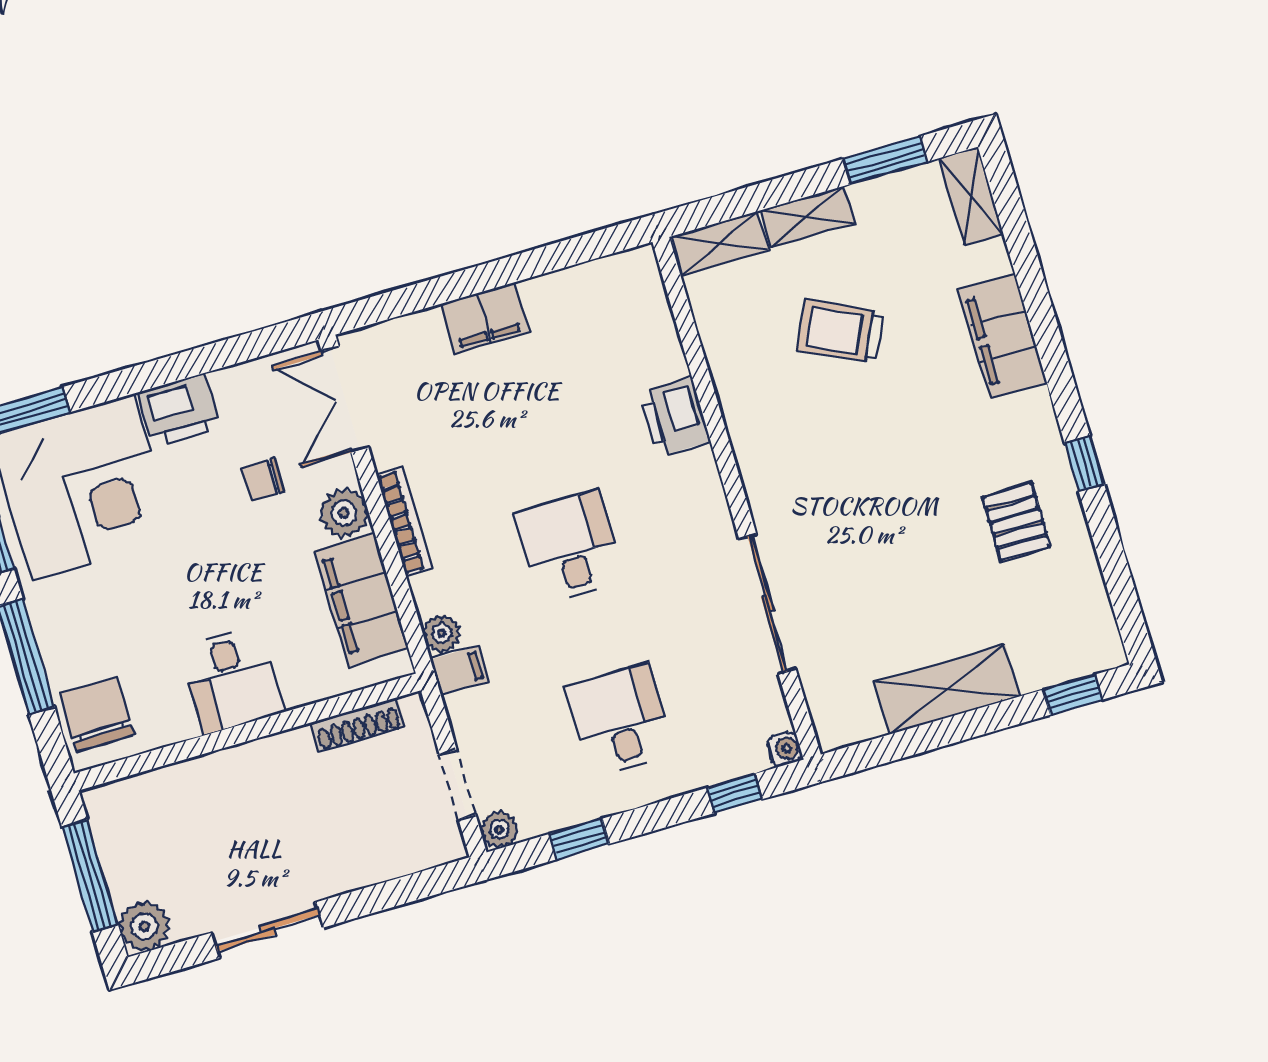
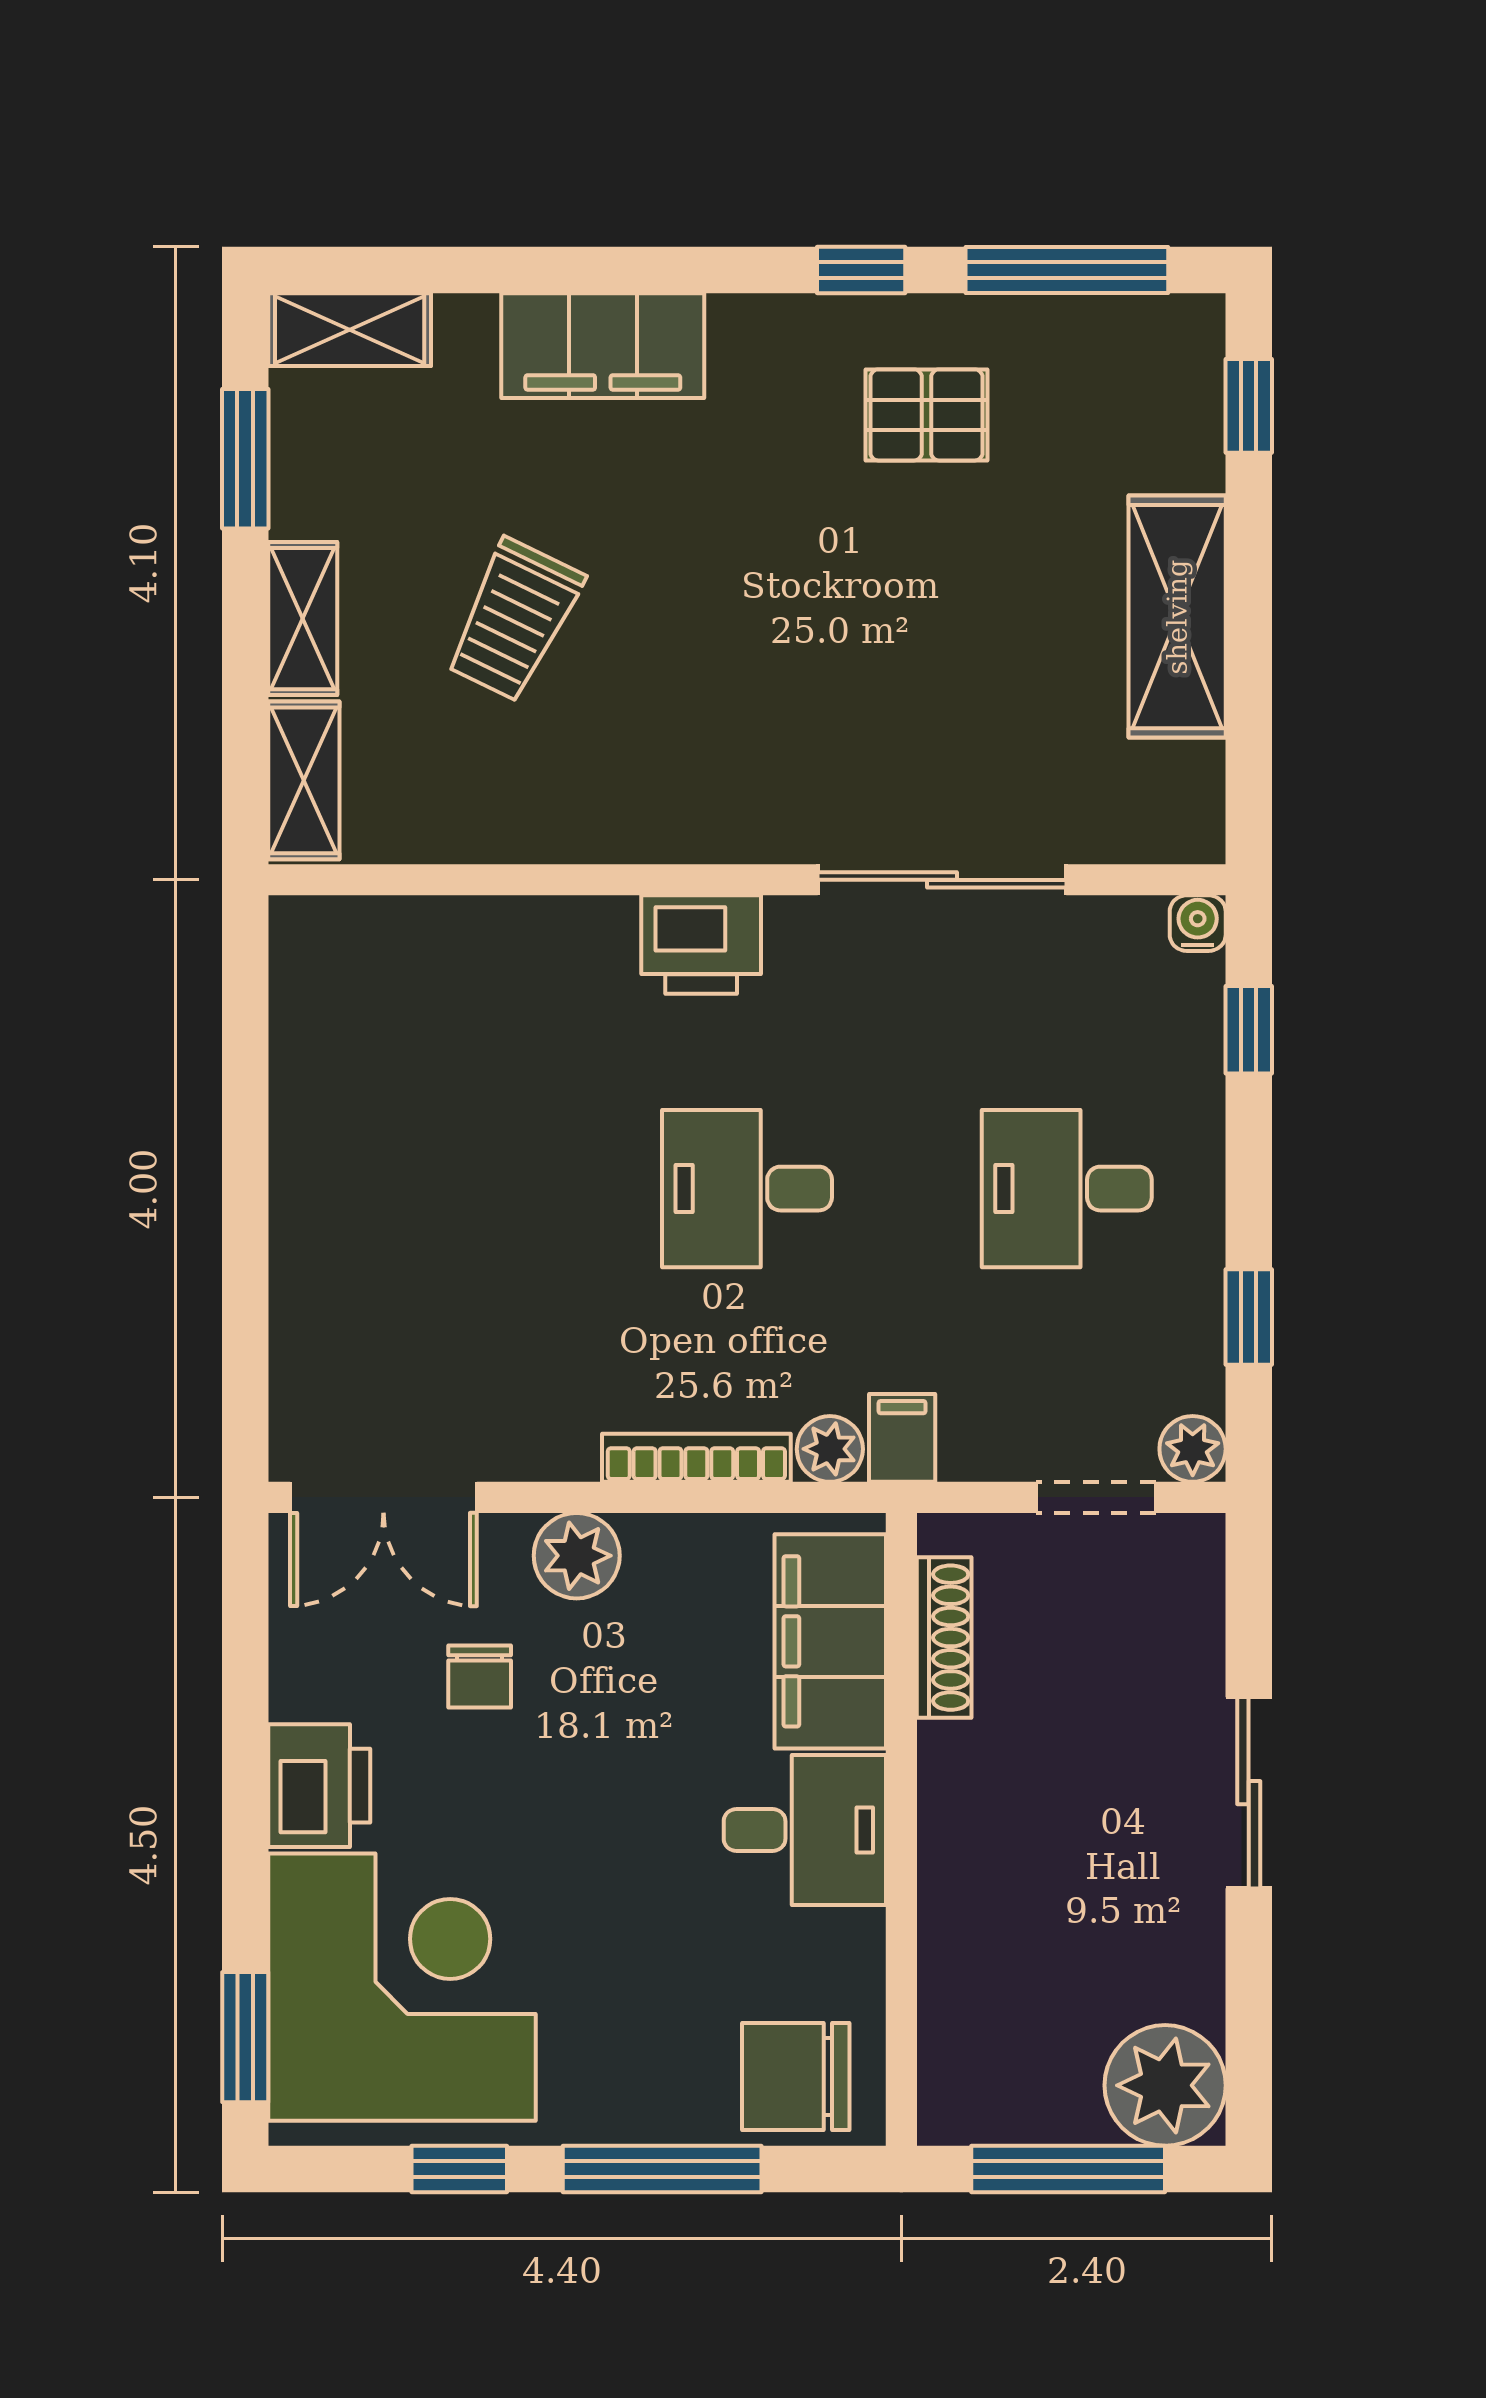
filing cabinet: (484, 318) -> (314, 1219), removed
printer: (675, 417) -> (701, 945), moved
bookcase: (404, 521) -> (696, 1458), moved
window: (1117, 575) -> (1067, 270), added
filing cabinet: (362, 600) -> (830, 1641), moved, turned 90
plant: (144, 926) -> (1165, 2085), width x1.36, depth x1.36
sliding door: (268, 930) -> (1249, 1793), moved

